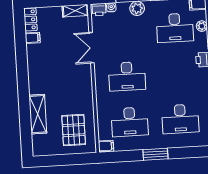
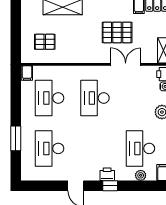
pallet: (60, 58) -> (117, 32), added
pallet: (74, 130) -> (45, 42), width x0.67, depth x0.71
window: (155, 154) -> (16, 138), moved

